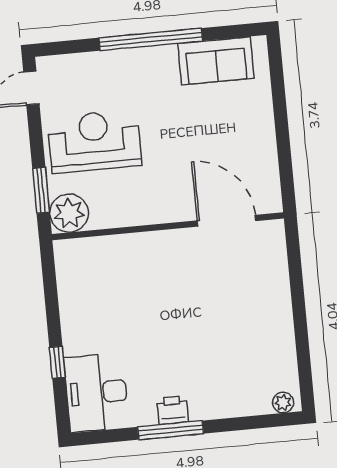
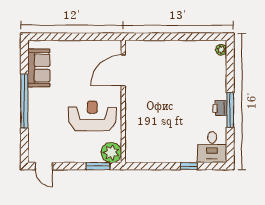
reception desk: (95, 141) -> (92, 116), moved, turned 90
desk: (96, 393) -> (212, 147), width x0.73

